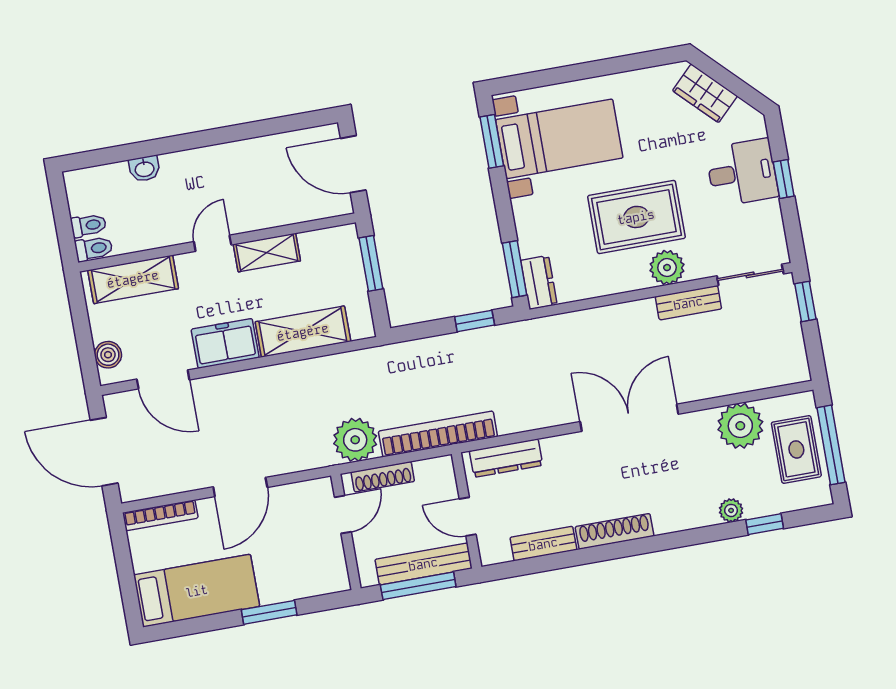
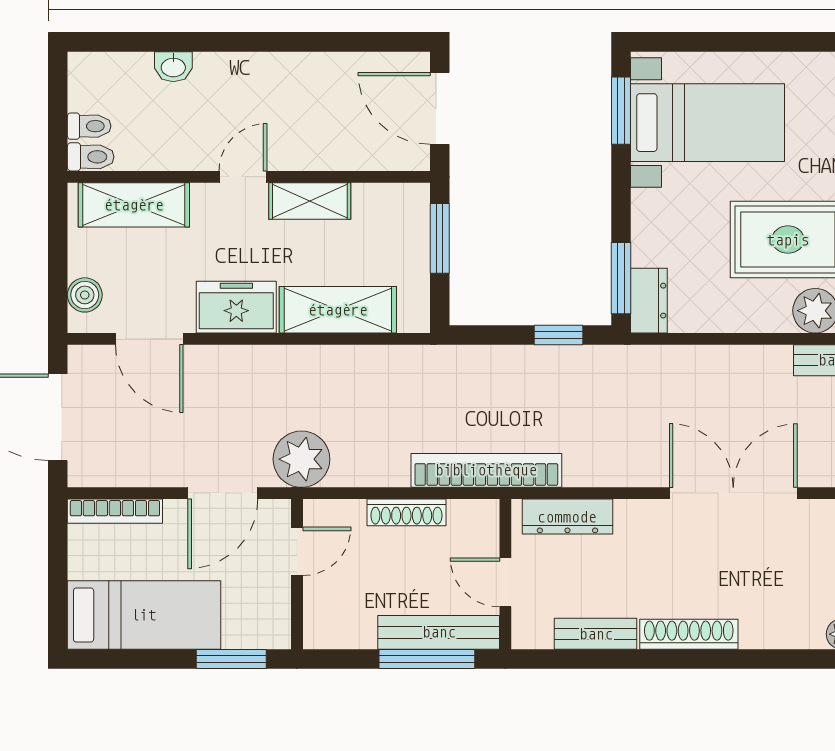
plant: (355, 440) -> (301, 459), moved
door: (343, 514) -> (297, 551), moved
wall: (346, 532) -> (297, 574), moved

